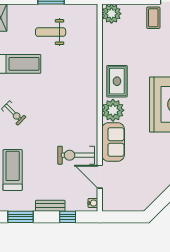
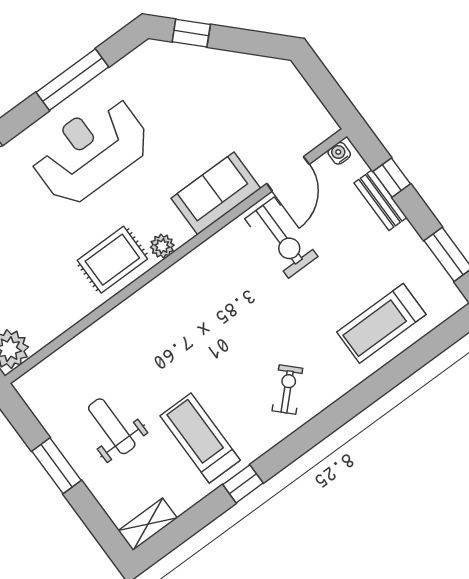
weight bench: (51, 32) -> (112, 426), turned 180
plant: (113, 110) -> (162, 246), width x0.53, depth x0.53
bench: (50, 206) -> (380, 200), moved

